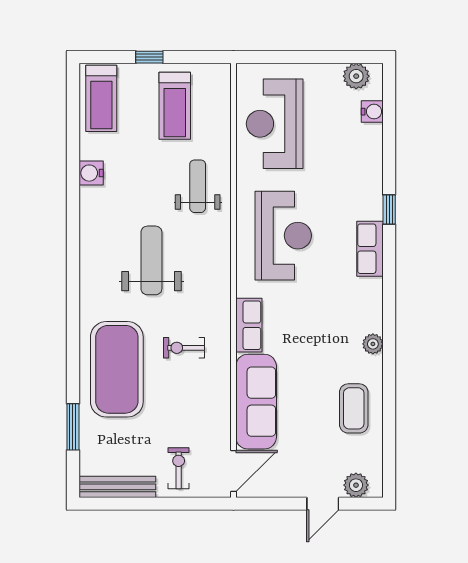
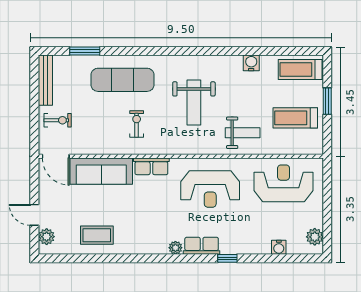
window: (149, 57) -> (327, 101), width x1.50
water cooler: (372, 112) -> (279, 247), moved
weight bench: (151, 260) -> (194, 103), turned 90
plant: (373, 344) -> (175, 248), moved
exercise mat: (117, 369) -> (122, 80), width x0.68

